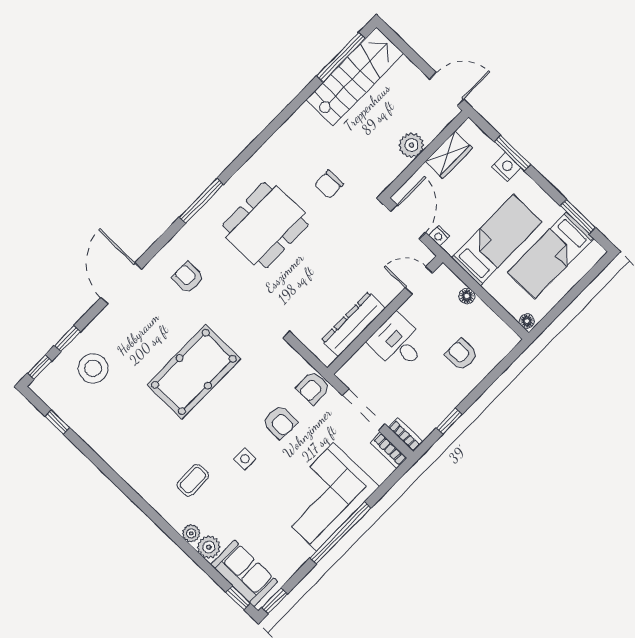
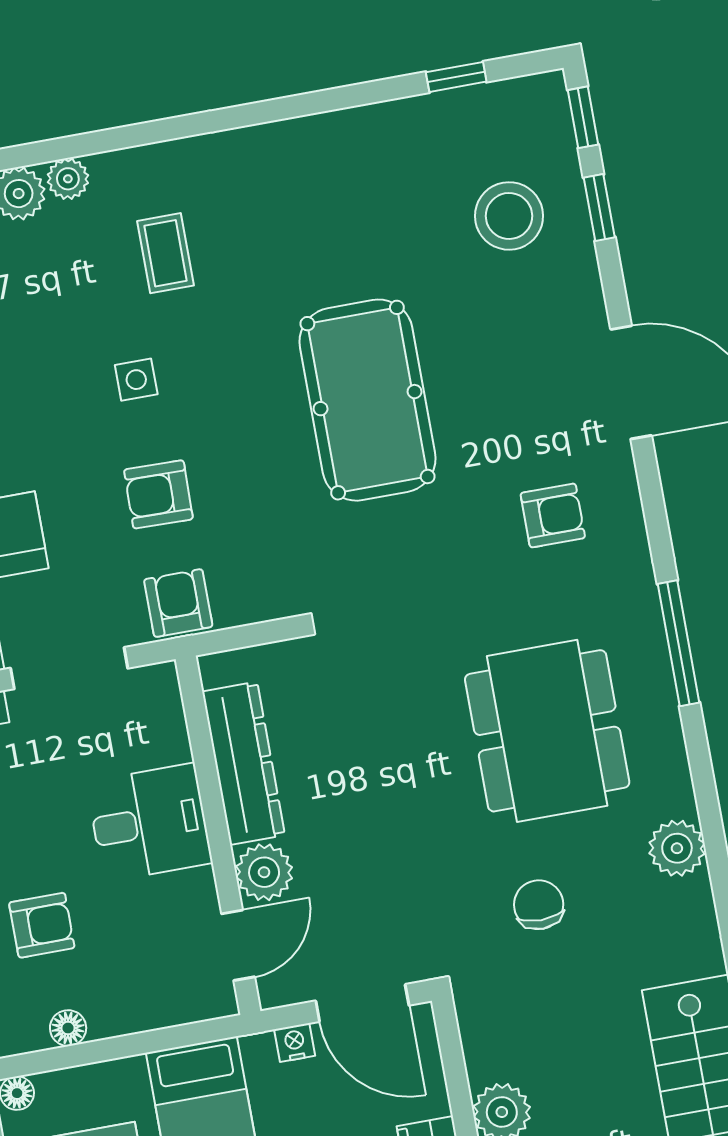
plant: (274, 150) -> (677, 848), added
plant: (387, 290) -> (264, 872), added
floor lamp: (467, 296) -> (68, 1028), moved

